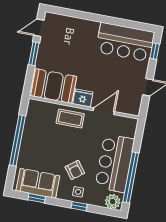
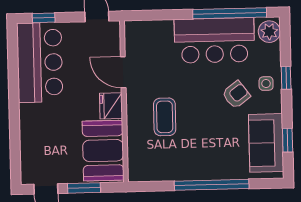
booth: (54, 86) -> (103, 151), moved
fridge: (83, 98) -> (111, 106), moved
wall: (84, 107) -> (124, 101), moved
door: (104, 111) -> (123, 72), moved

